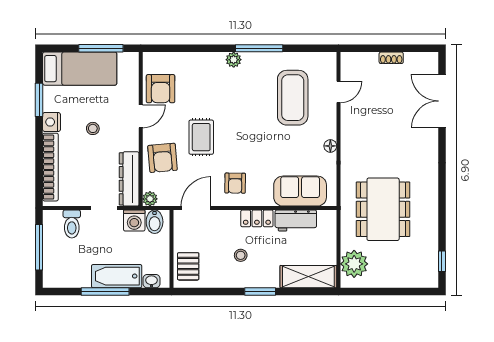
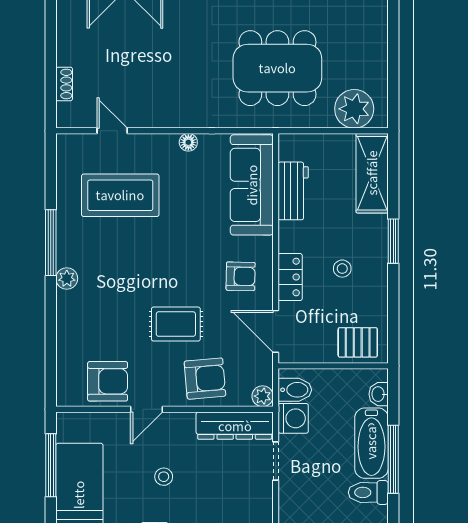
shoe rack: (391, 58) -> (64, 84), moved
door: (141, 116) -> (147, 409), swing flipped
sofa: (300, 191) -> (252, 185), width x1.36
locker: (257, 218) -> (290, 277), moved
toilet: (72, 224) -> (368, 492), moved, turned 180

